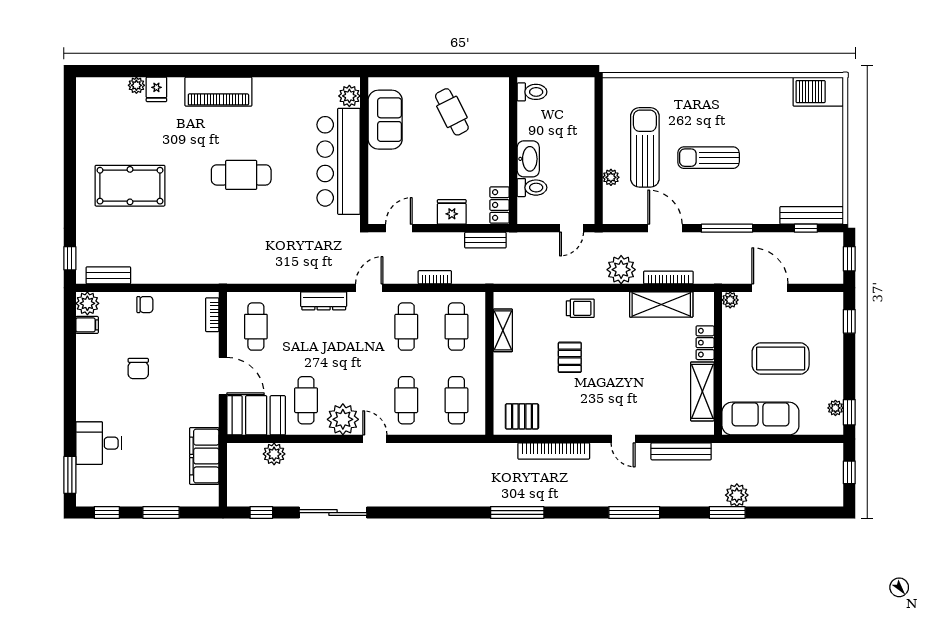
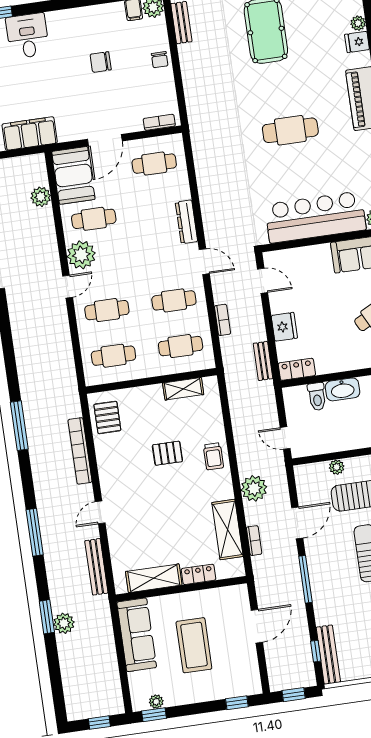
cafe table: (241, 175) -> (290, 130), turned 90
bookcase: (668, 278) -> (254, 541), width x0.64
plant: (730, 300) -> (241, 592), removed

